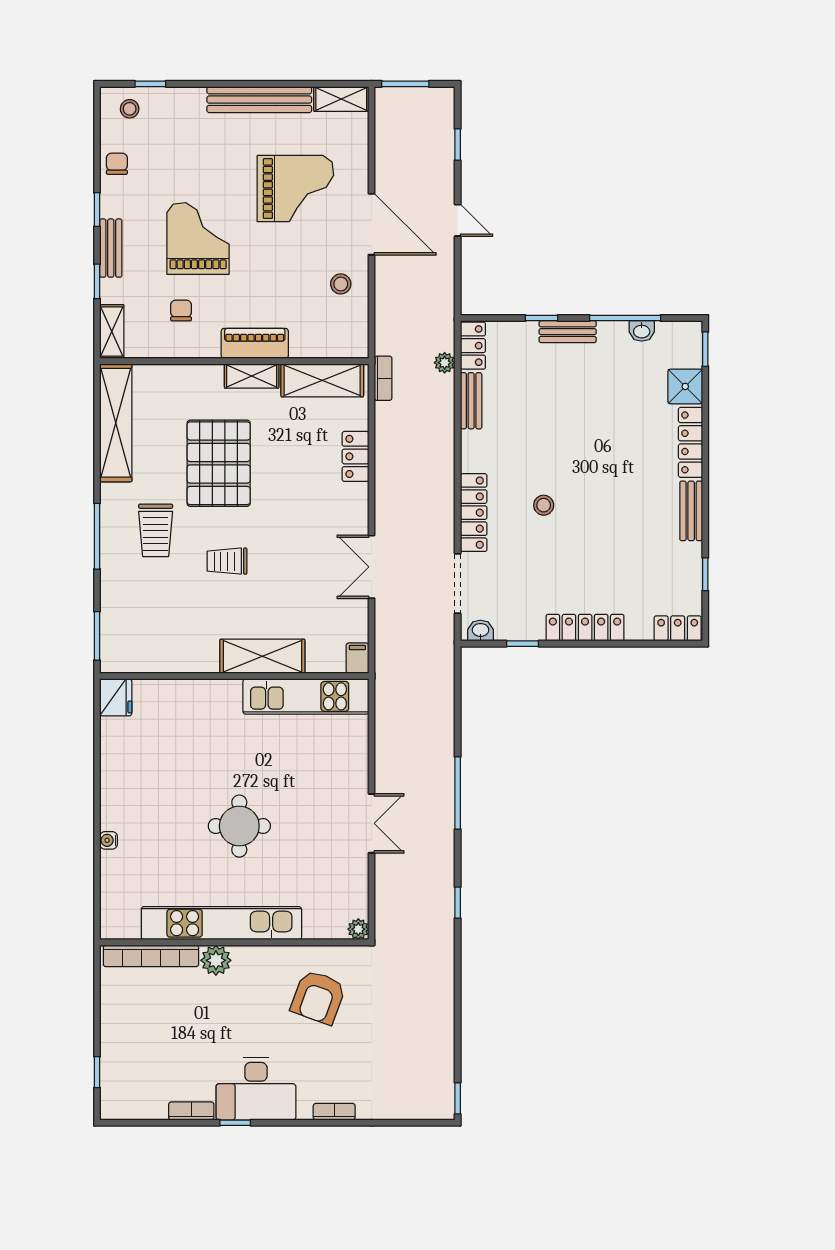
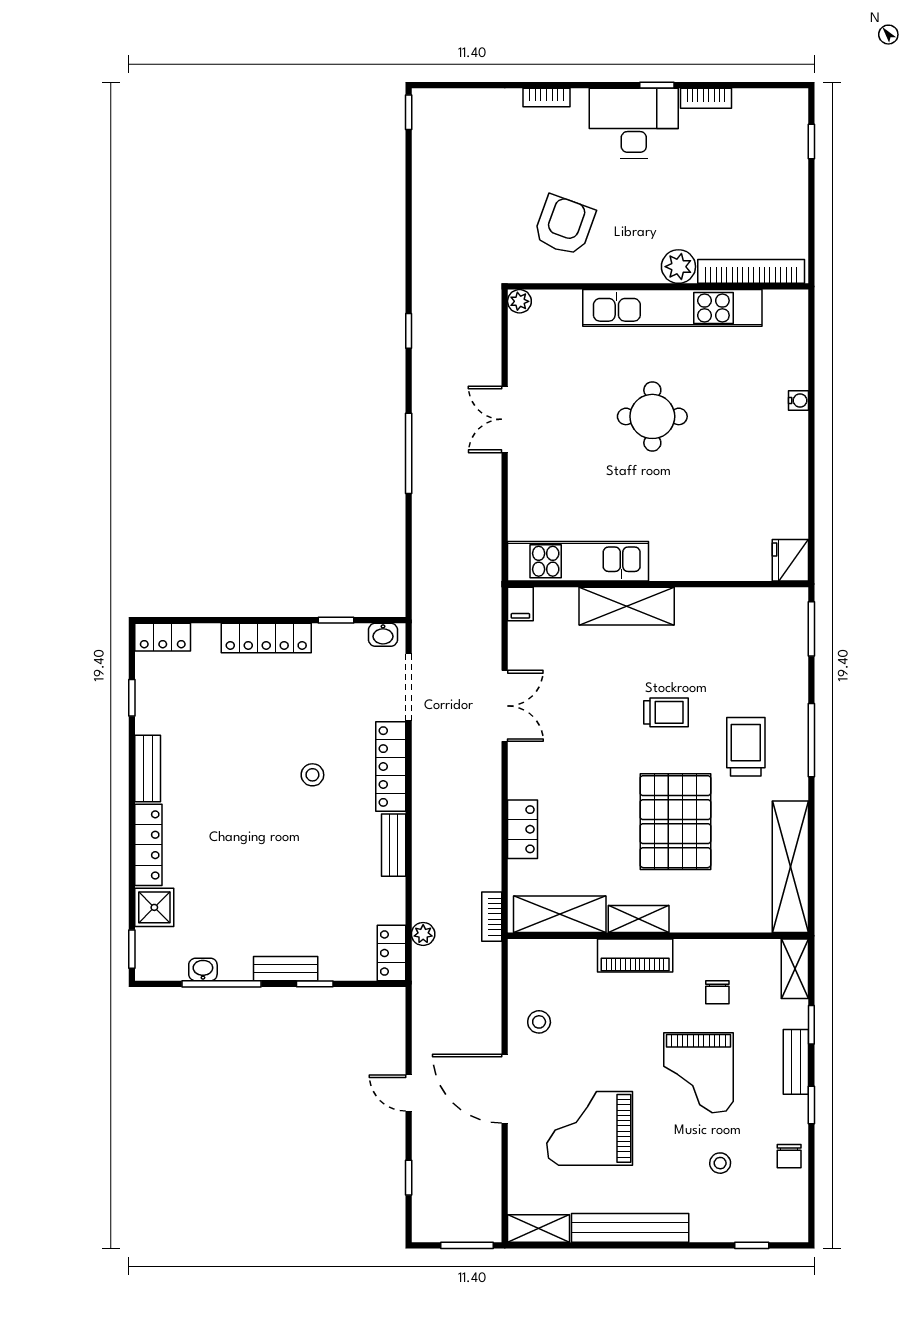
stool: (130, 109) -> (720, 1163), moved
bench: (471, 401) -> (394, 845), moved

